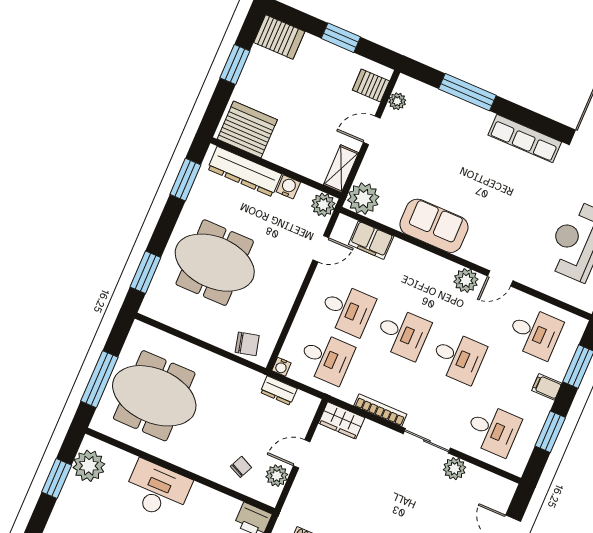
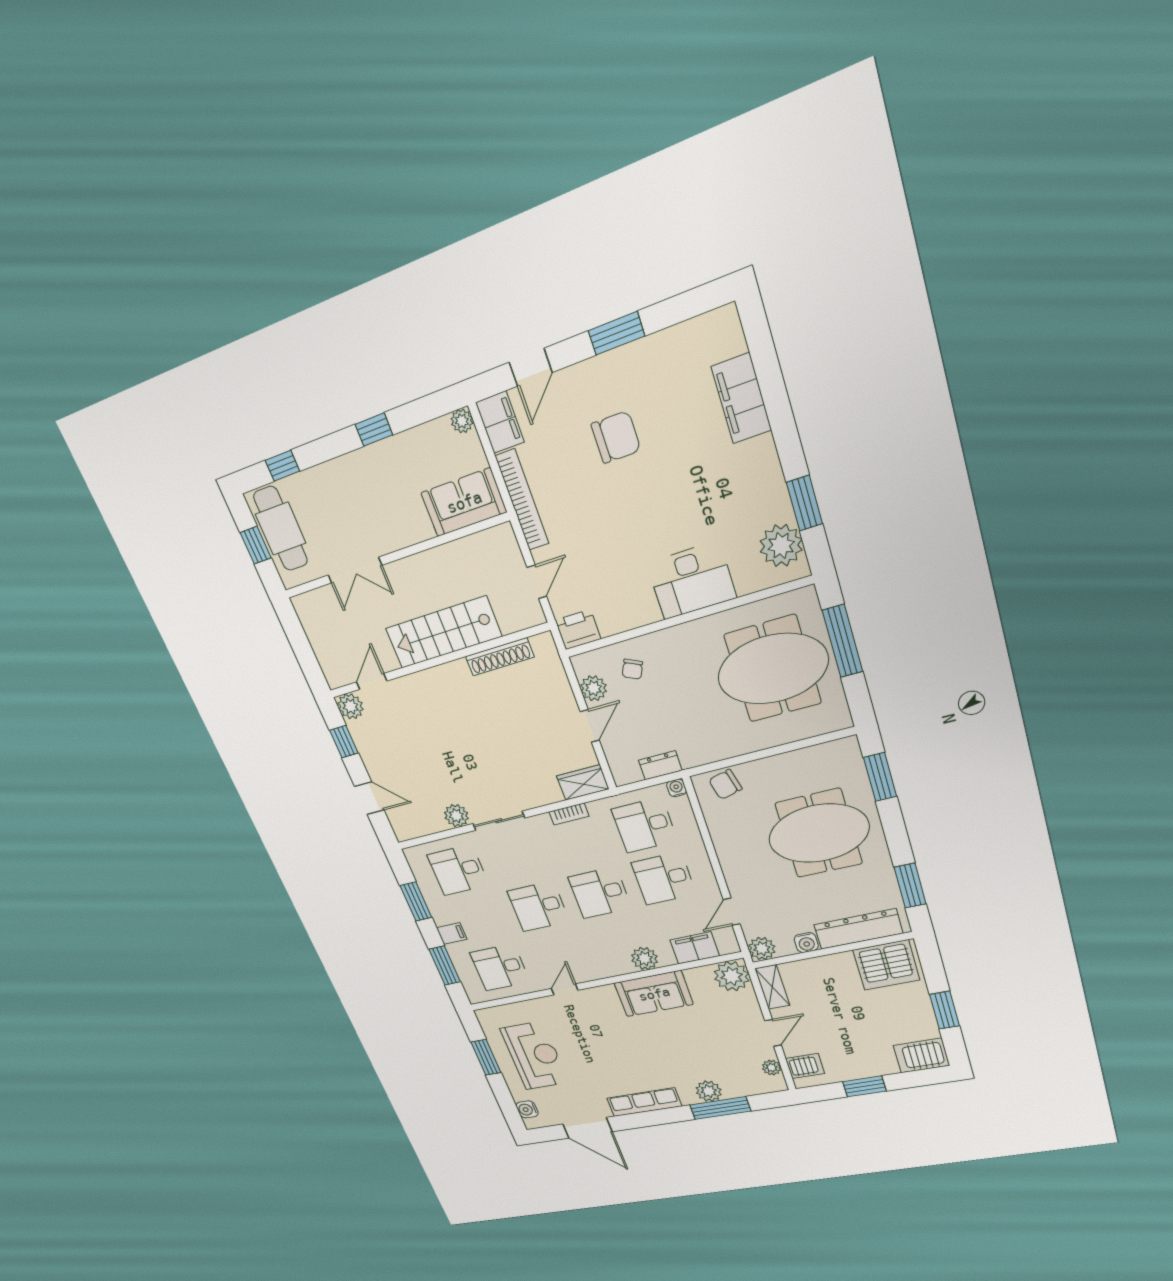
plant: (464, 113) -> (709, 1091), added
plant: (466, 280) -> (644, 959), moved
bookcase: (380, 410) -> (569, 814), width x0.64

